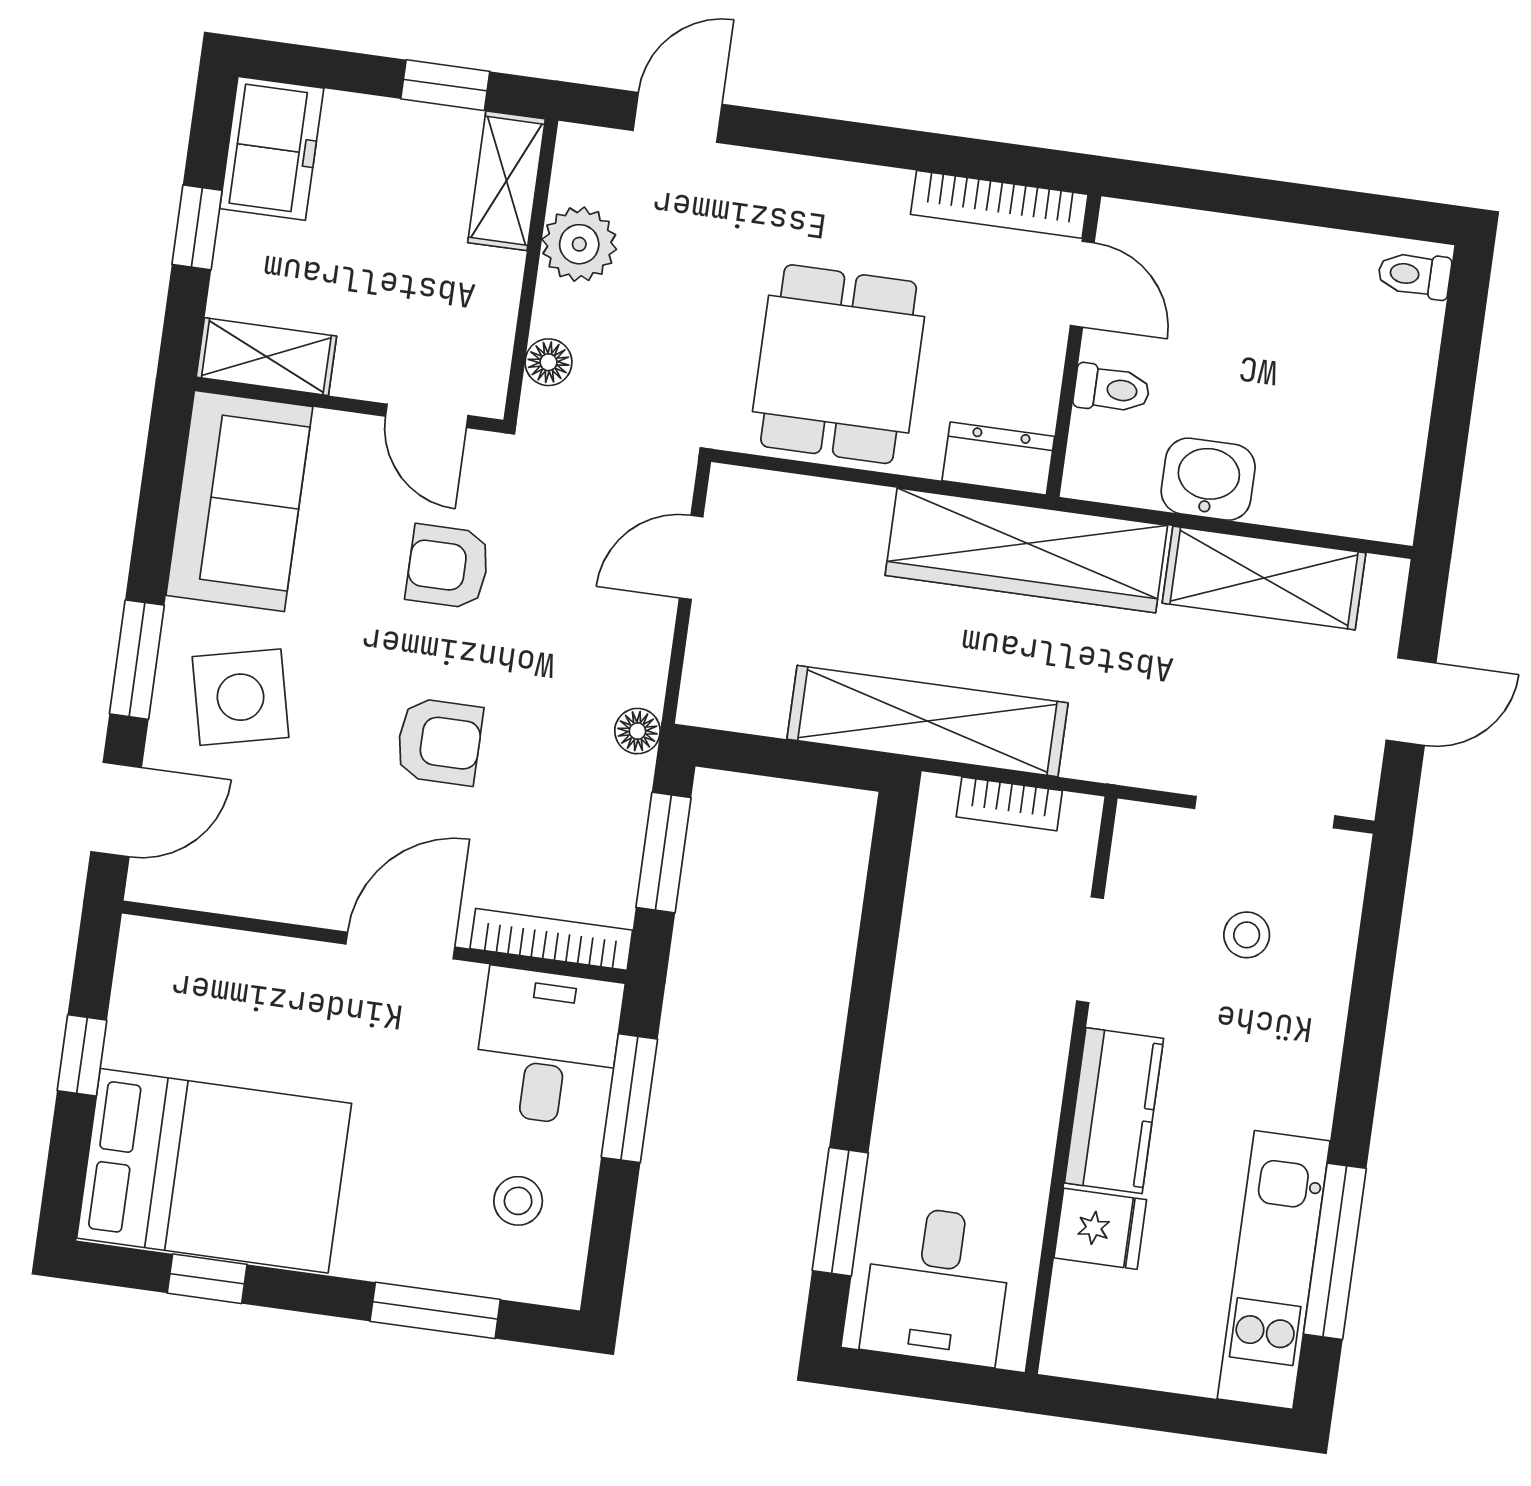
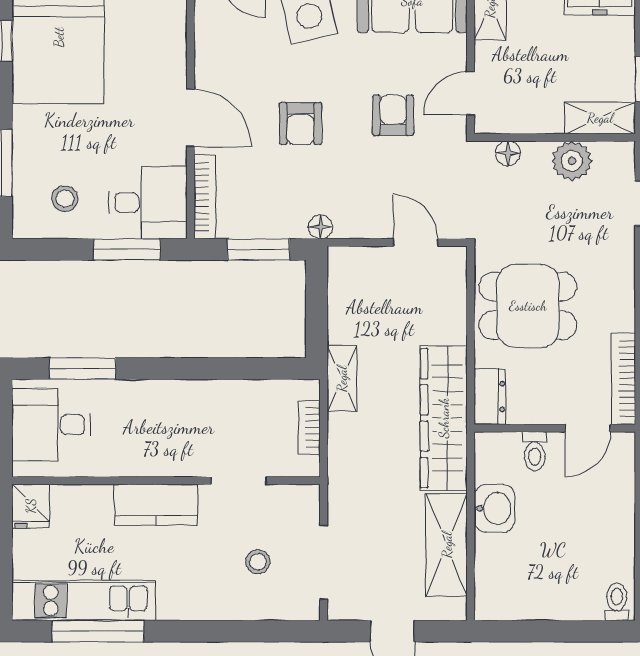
shelving: (927, 721) -> (342, 379), width x0.45, depth x0.75
fridge: (1100, 1229) -> (31, 506), moved

